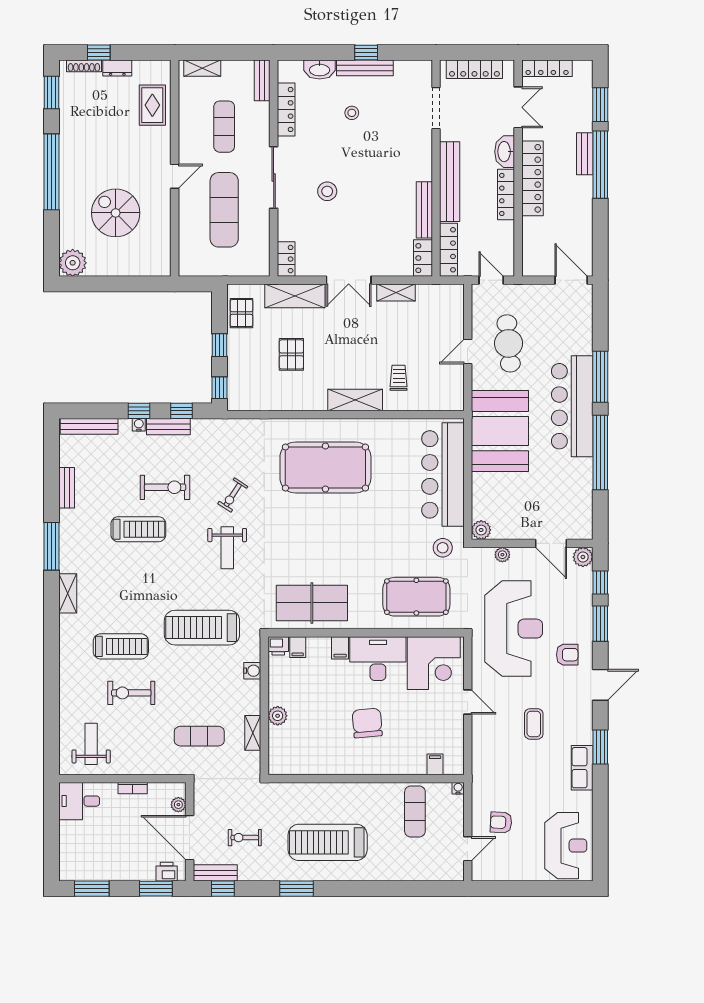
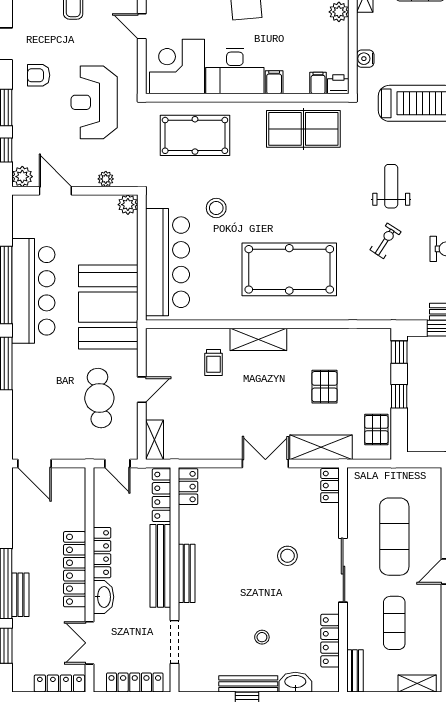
bench: (424, 210) -> (187, 573), moved
shelving: (396, 293) -> (155, 440), moved, turned 90
bar counter: (572, 406) -> (33, 291), moved
stool: (443, 548) -> (216, 208), moved
reception desk: (514, 629) -> (94, 102), width x0.74, depth x0.77

